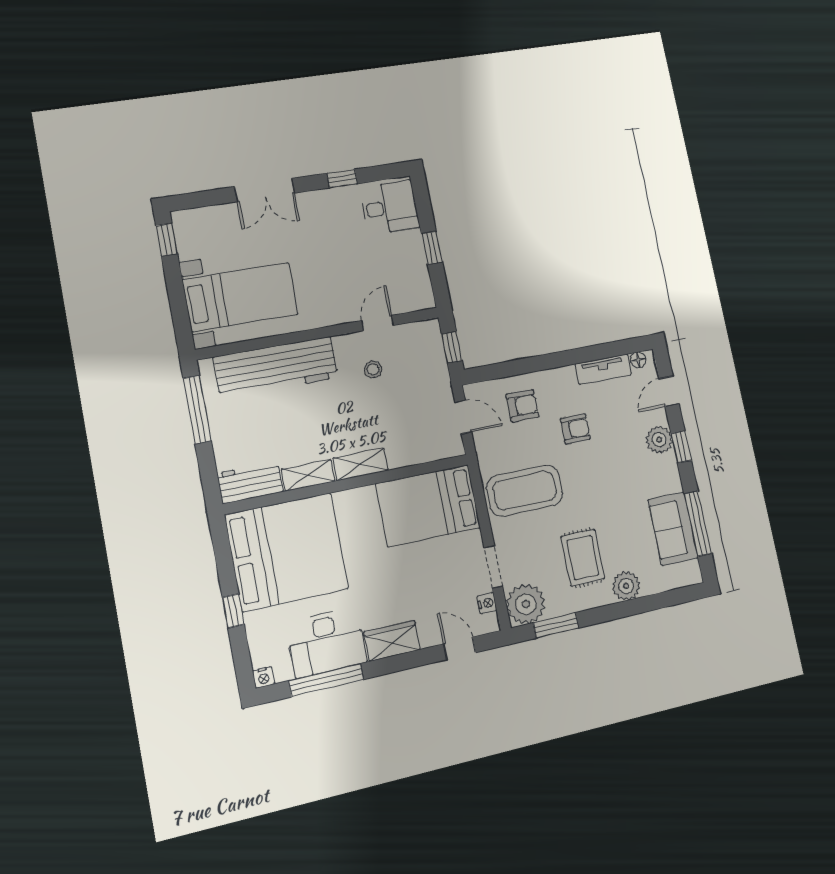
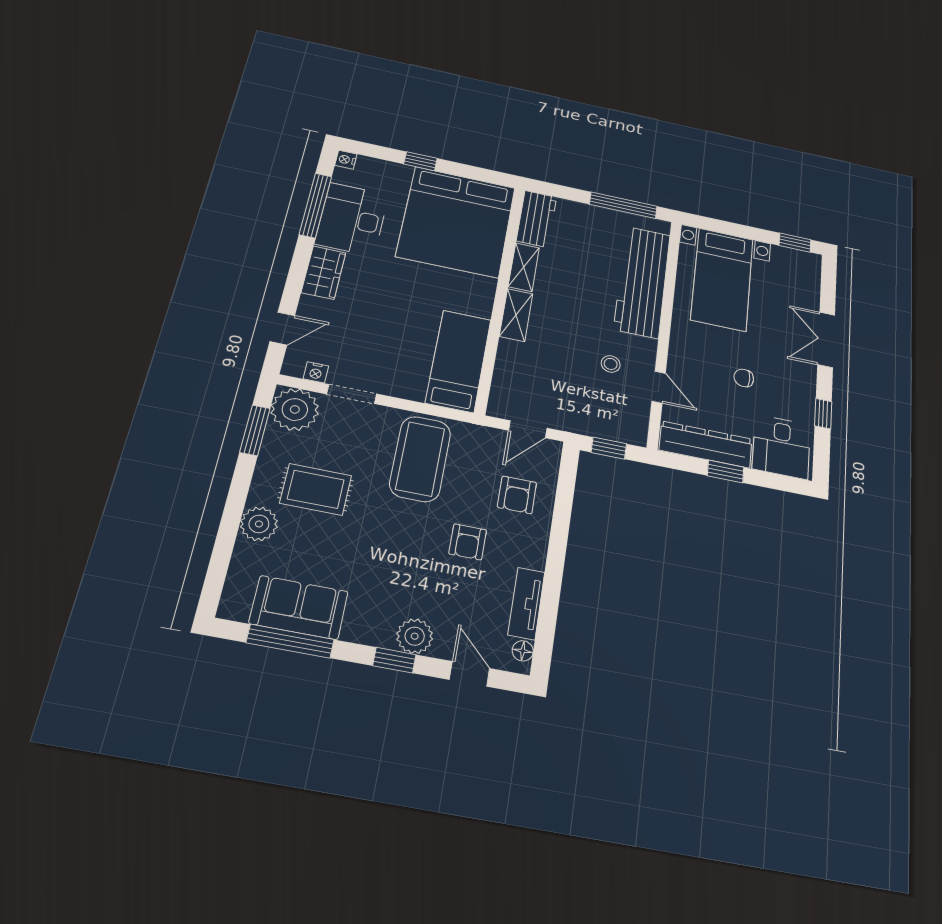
chair: (337, 254) -> (744, 378), added
dresser: (415, 270) -> (706, 445), added
bed: (428, 506) -> (458, 361), width x0.67

